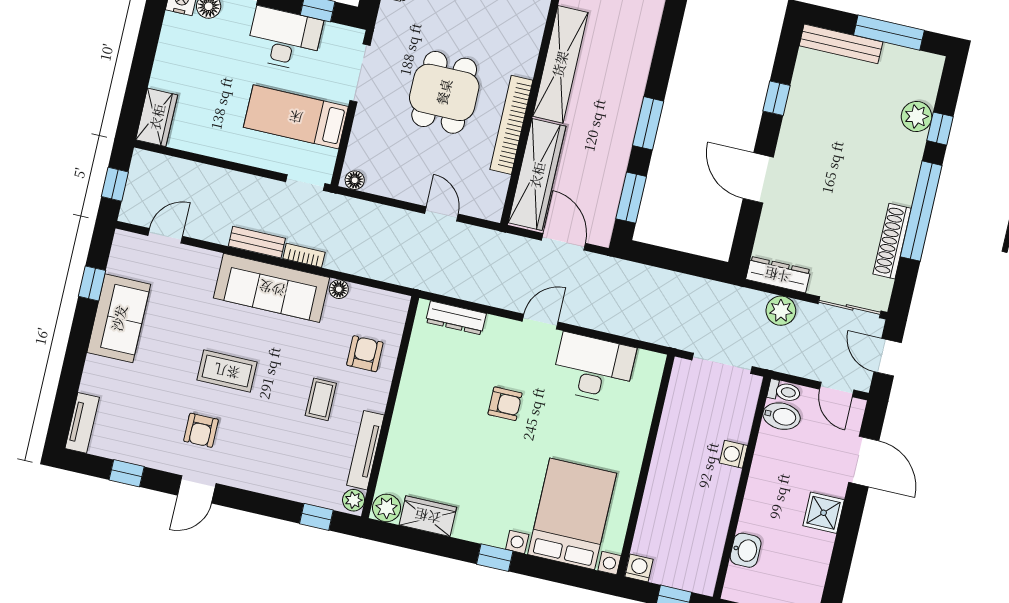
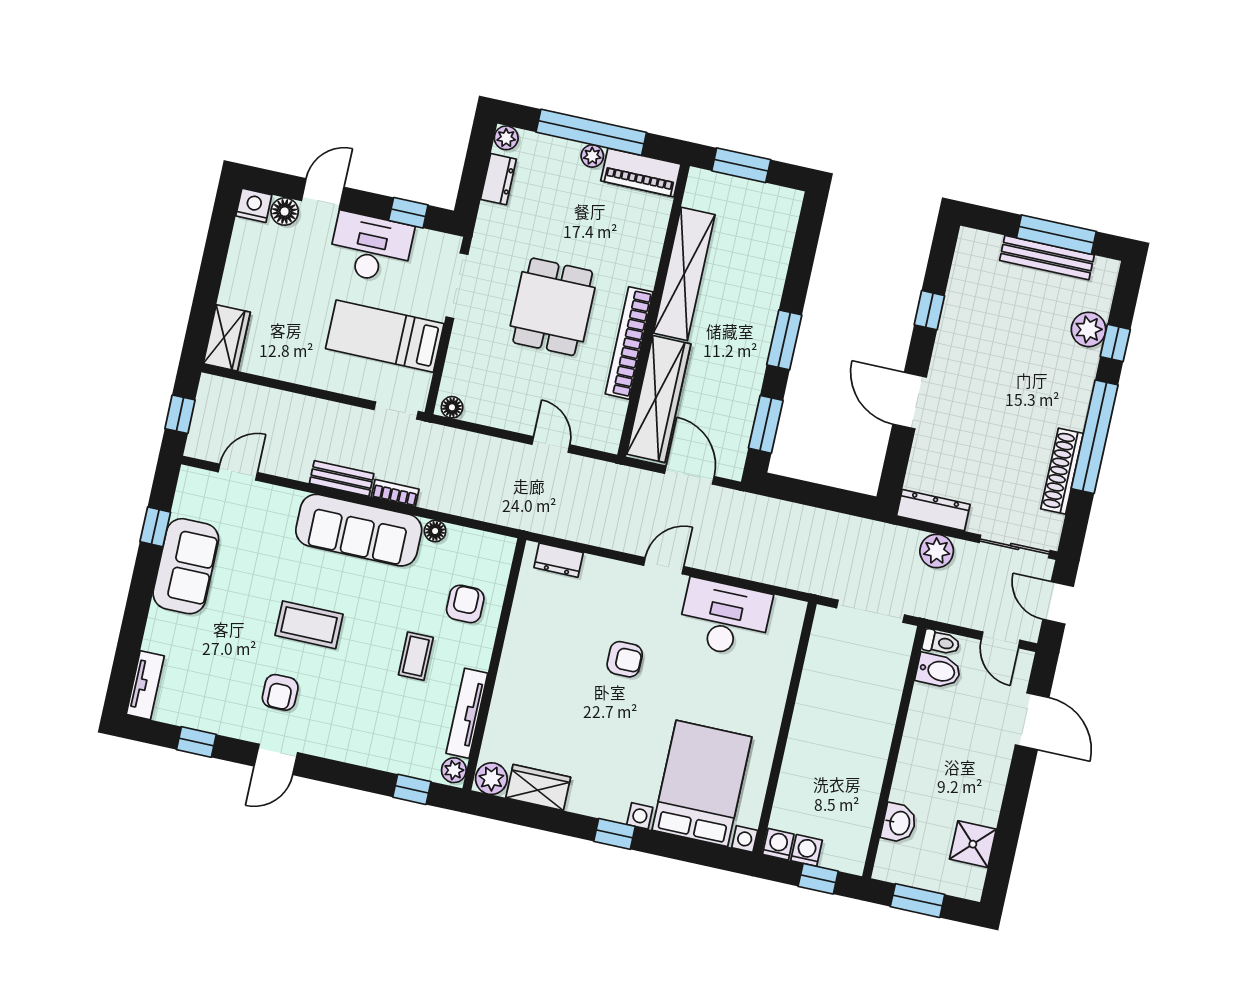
bench: (841, 44) -> (1047, 258), moved
dresser: (456, 318) -> (559, 560), width x0.70
washing machine: (733, 454) -> (807, 850), moved, turned 90
shower: (824, 513) -> (973, 844), moved

